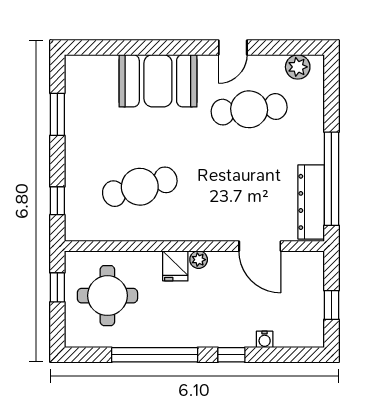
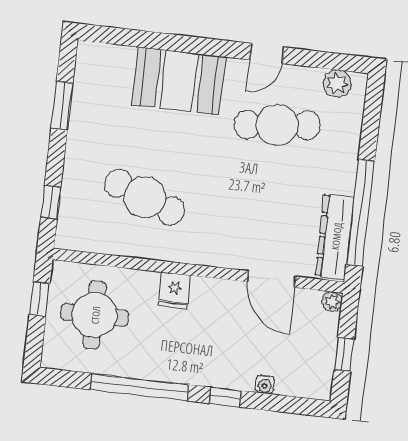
cafe table: (140, 187) -> (145, 197), turned 36
plant: (199, 260) -> (332, 302), moved

